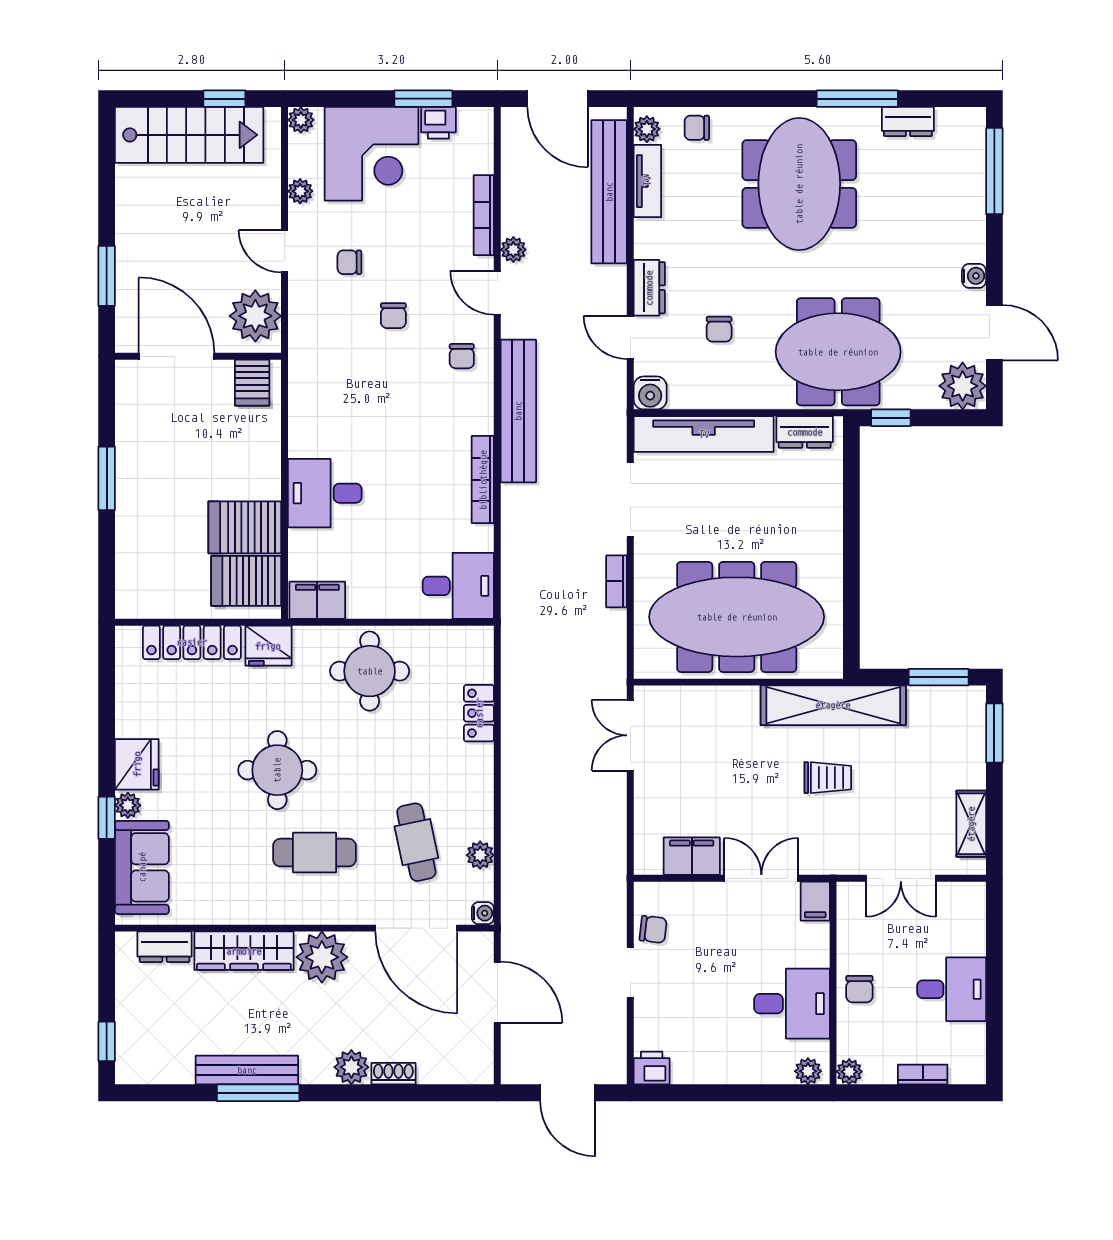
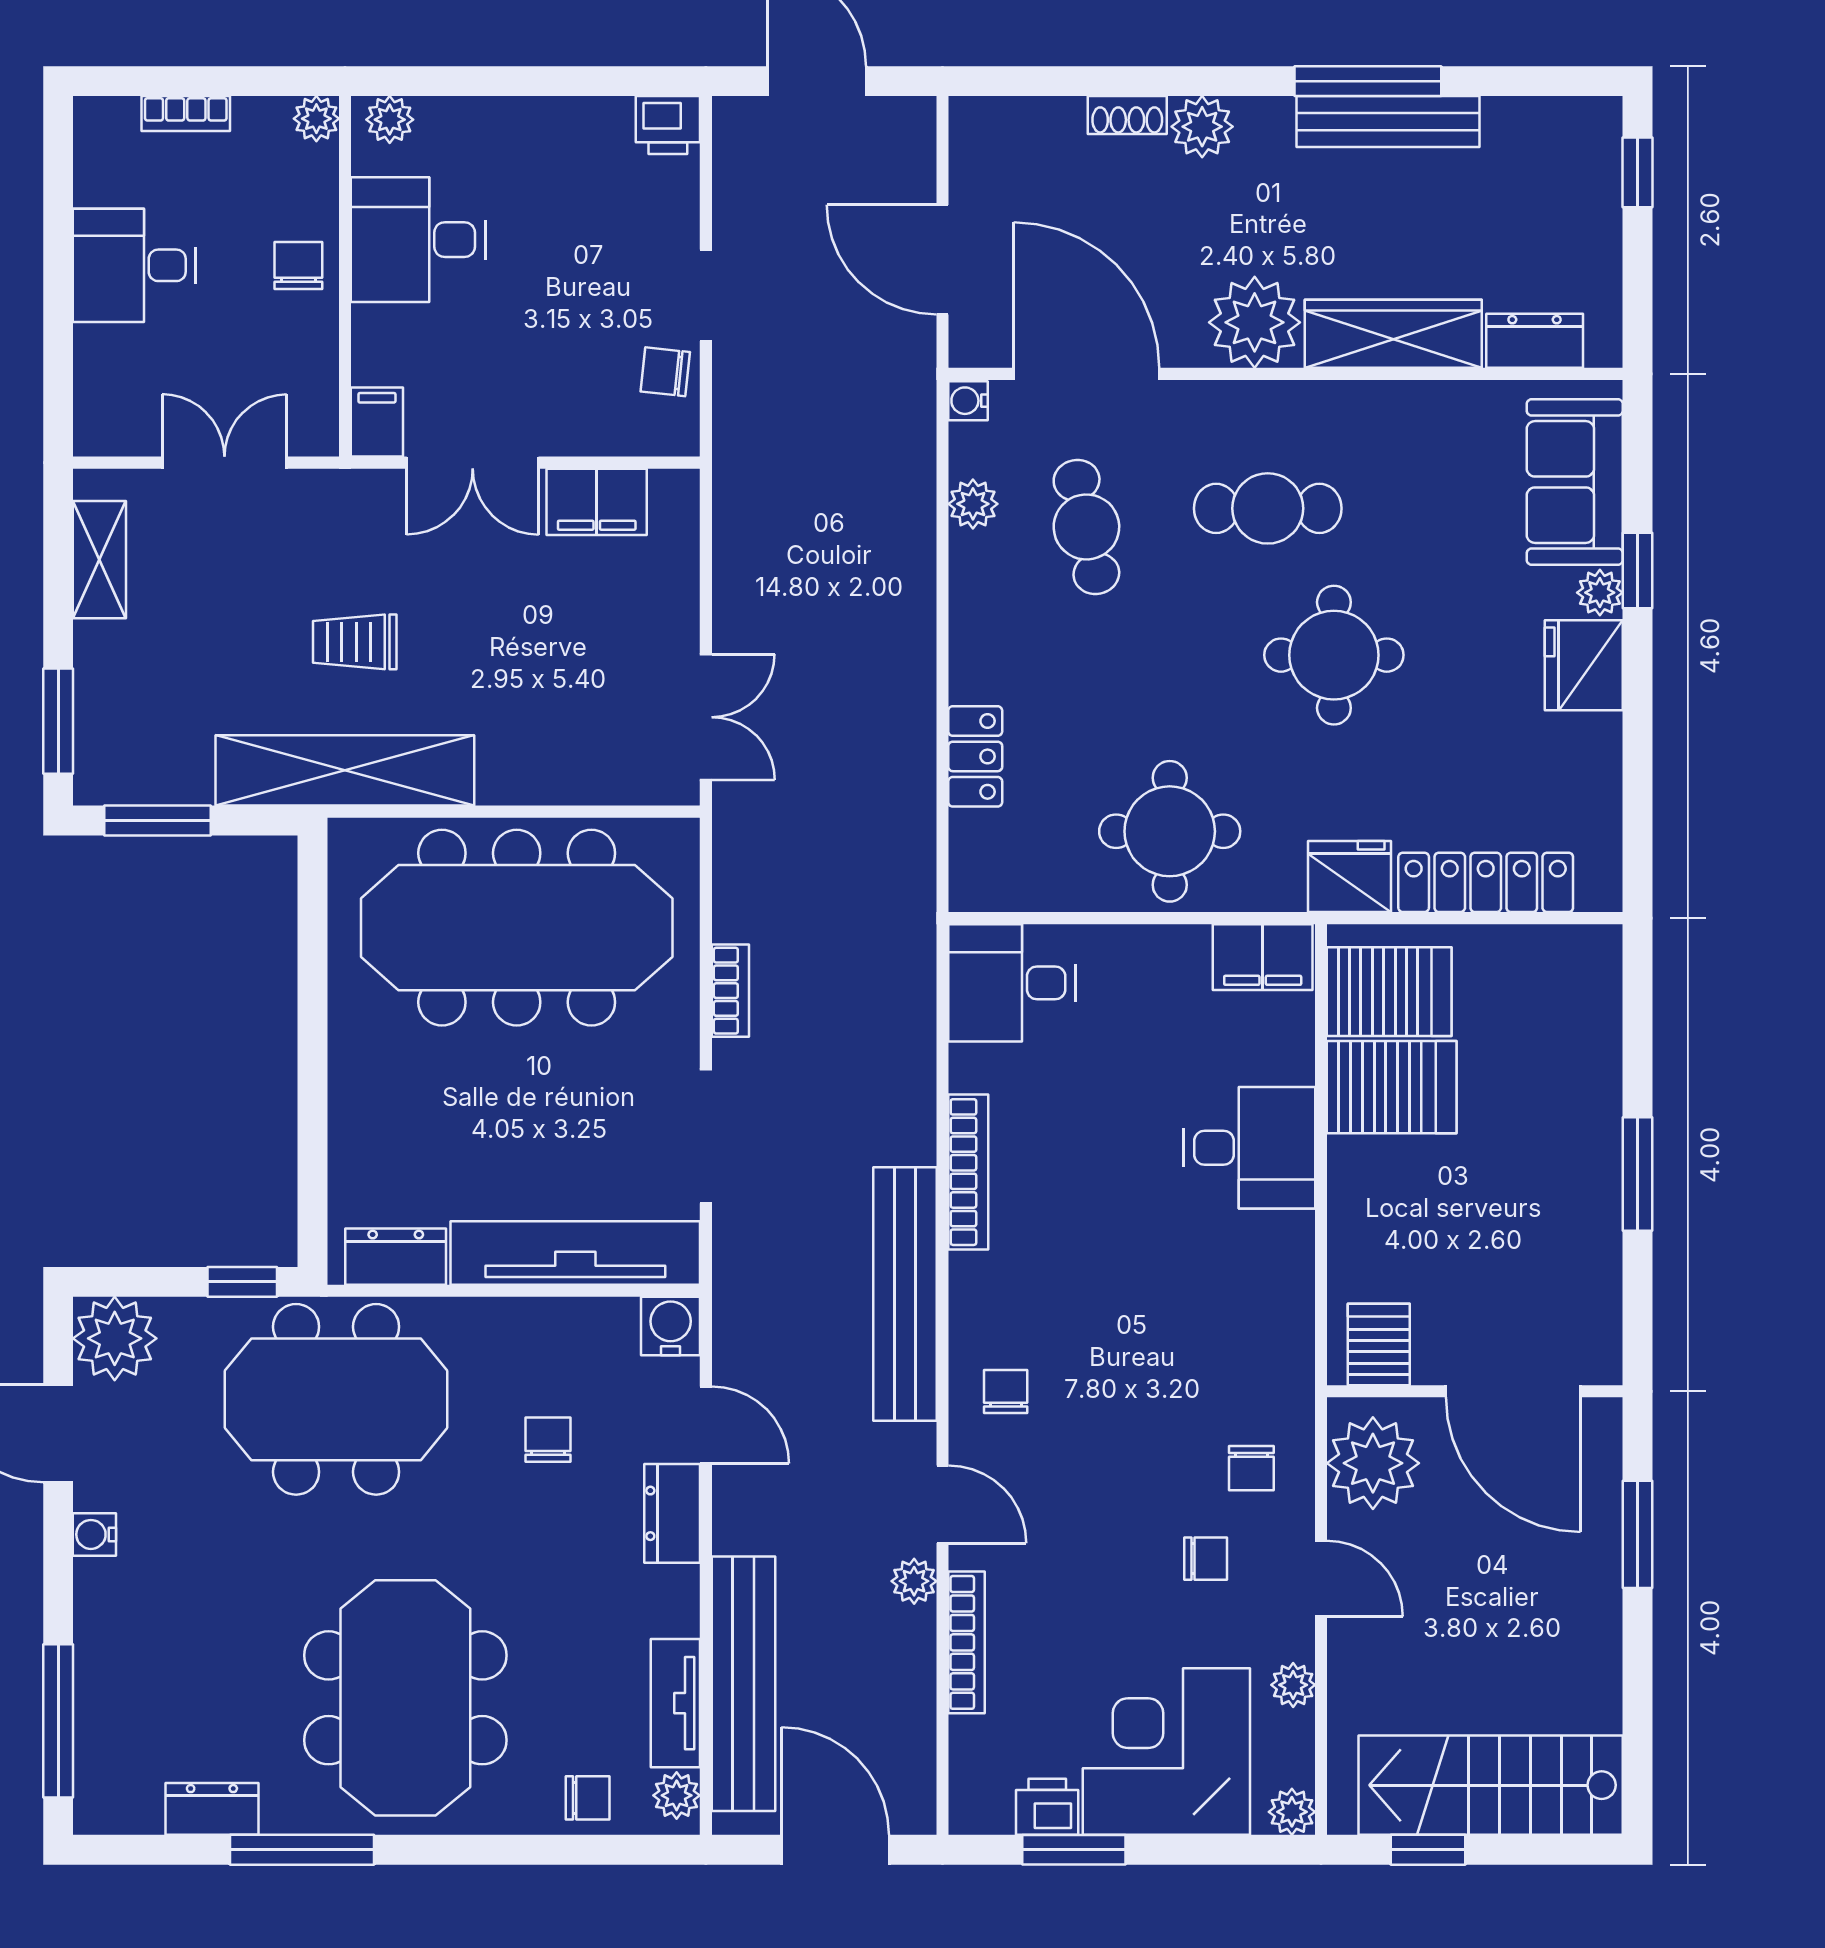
chair: (393, 316) -> (1251, 1468), moved, turned 180

